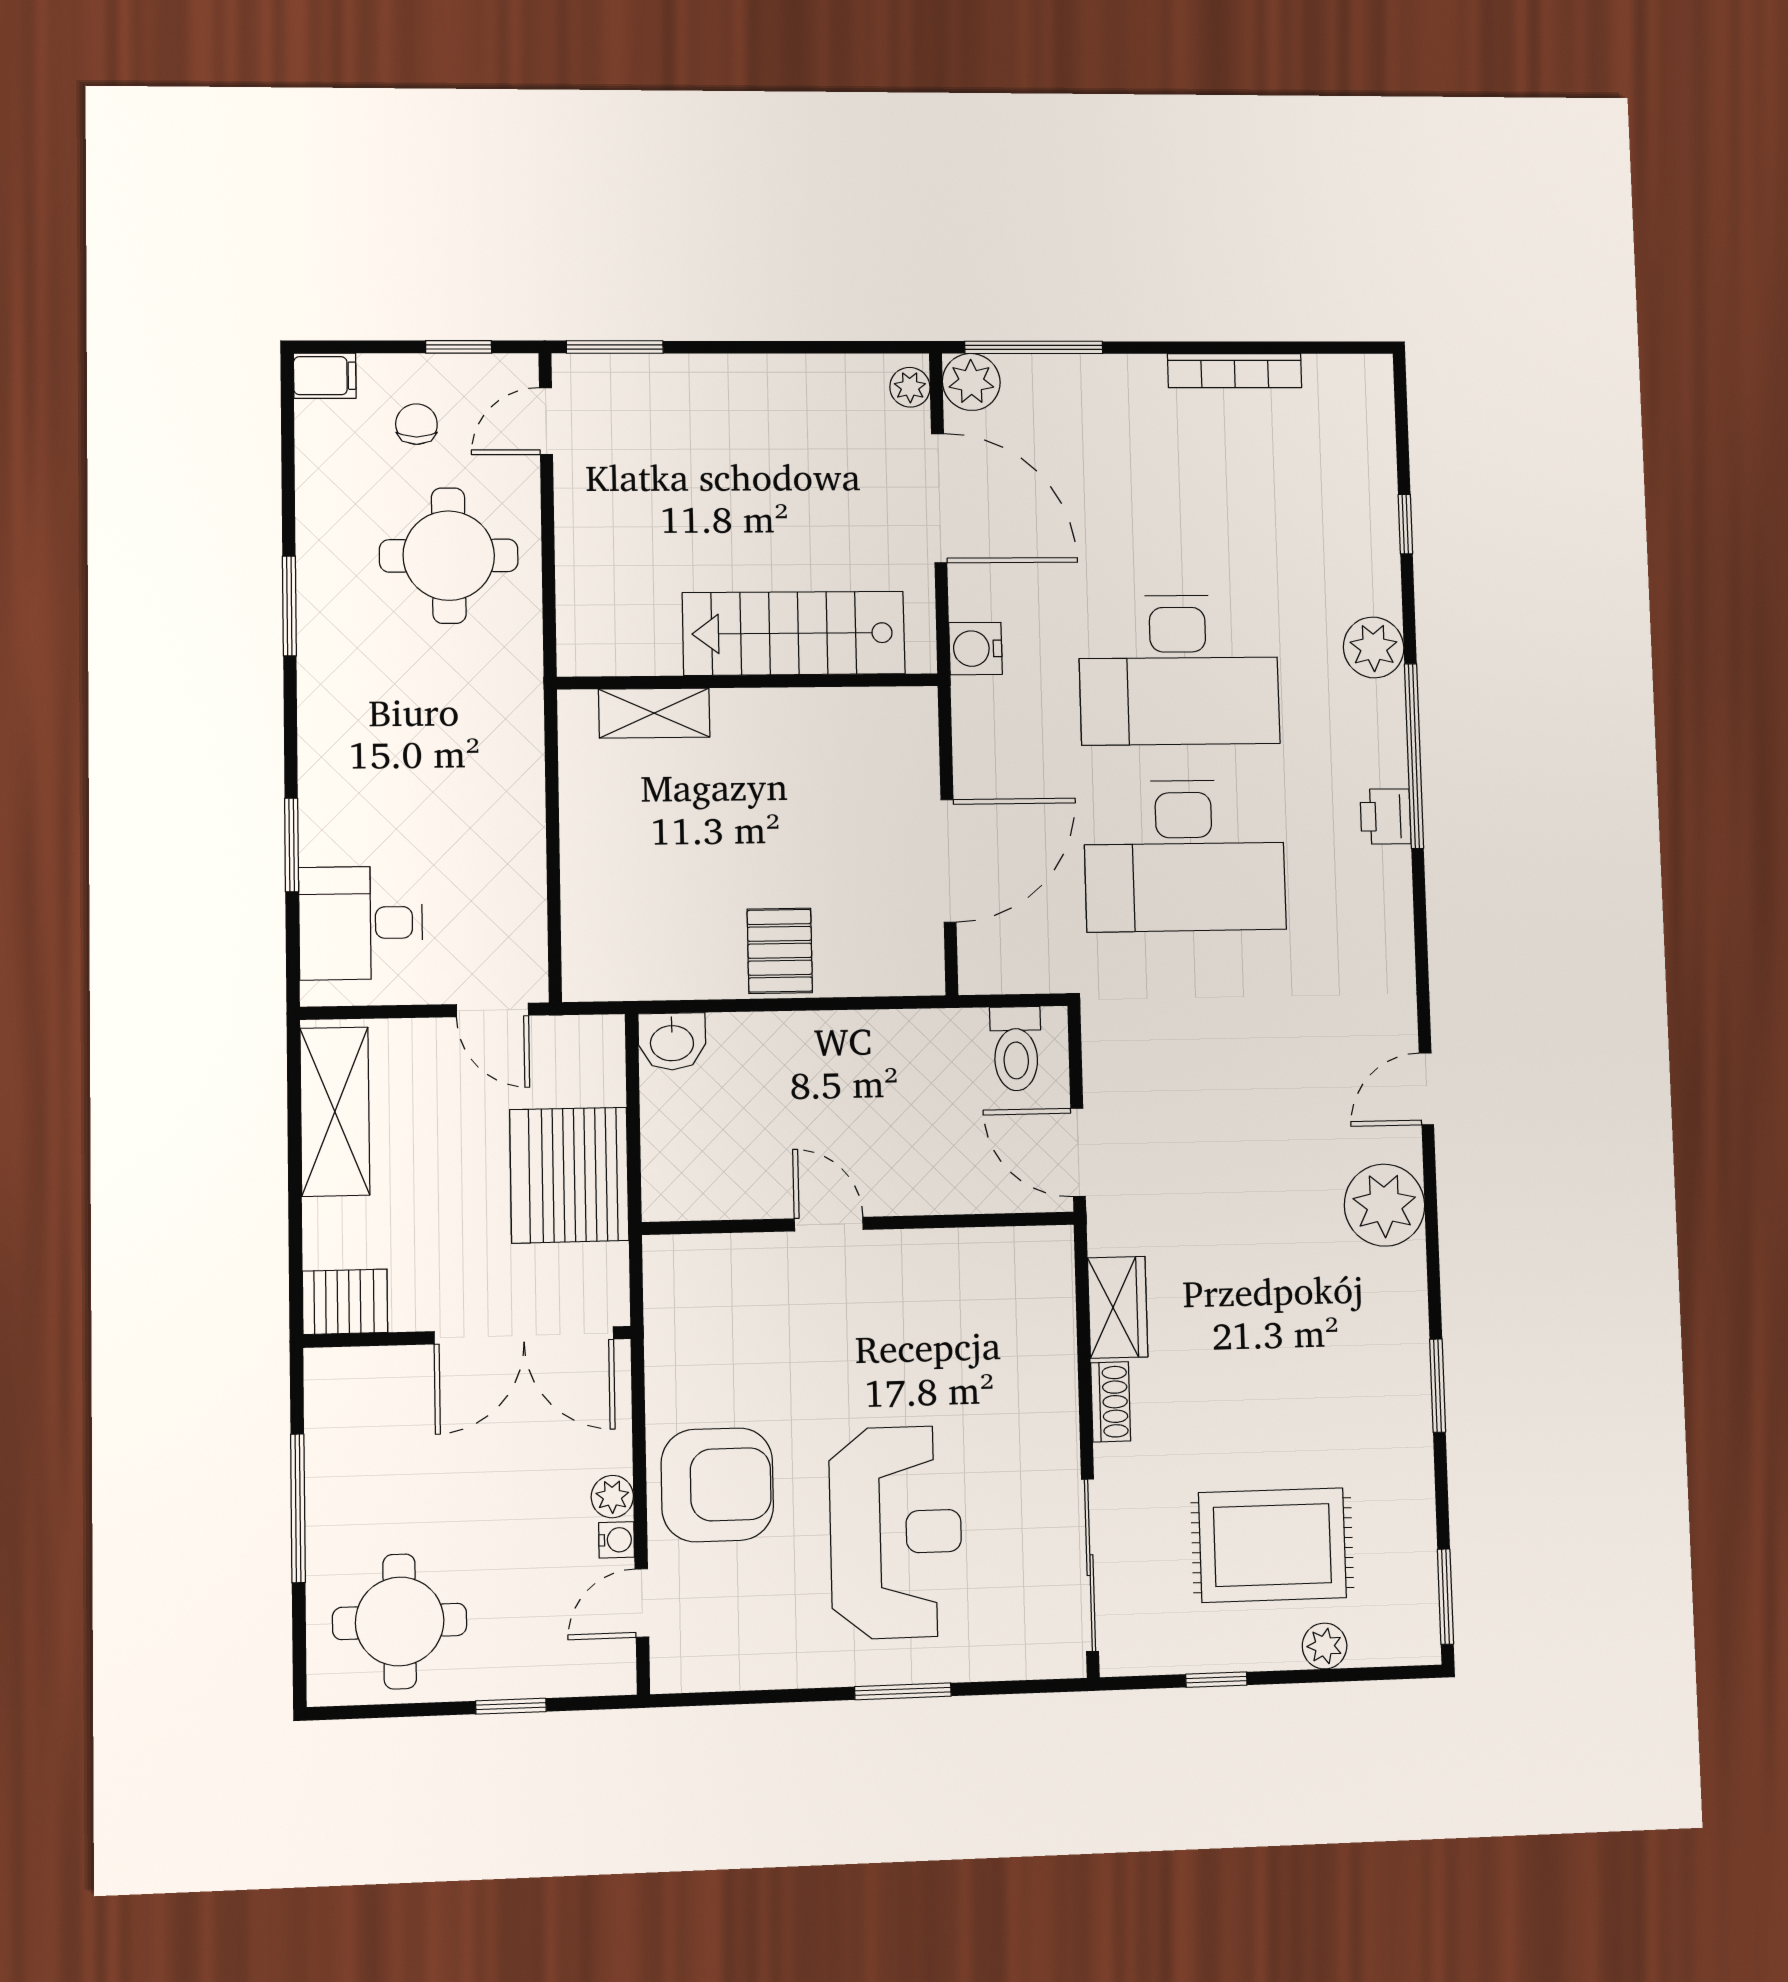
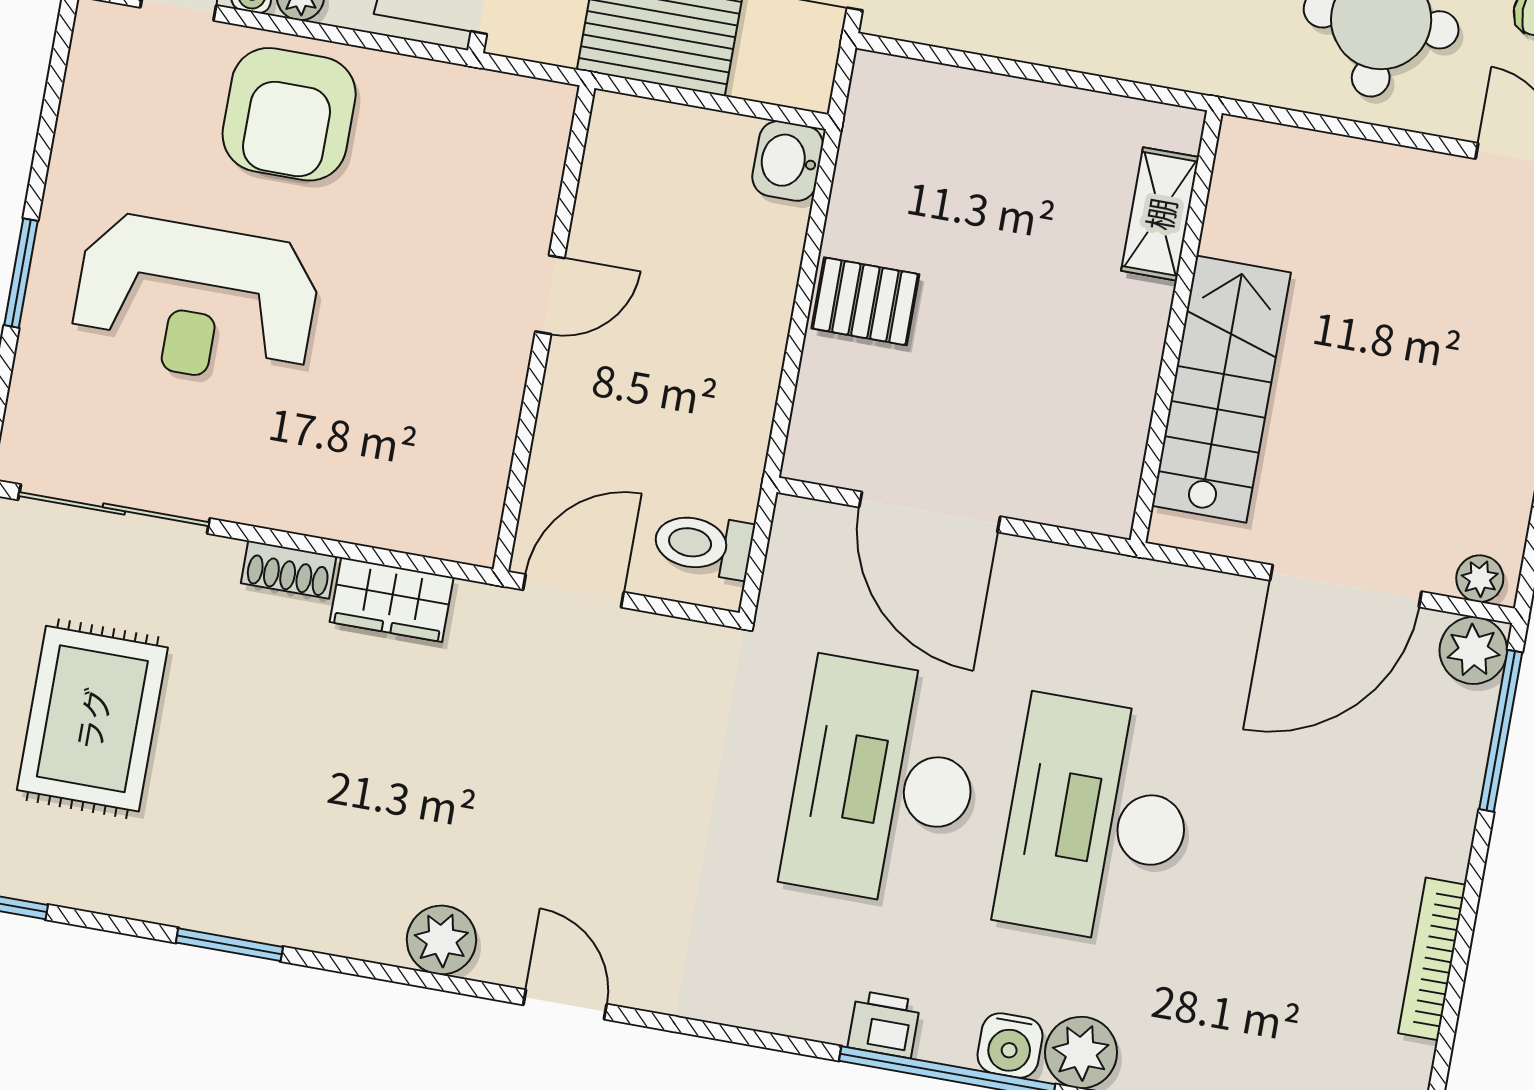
water cooler: (976, 649) -> (1010, 1045), moved, turned 180
plant: (1384, 1205) -> (441, 940), width x0.73, depth x0.73

